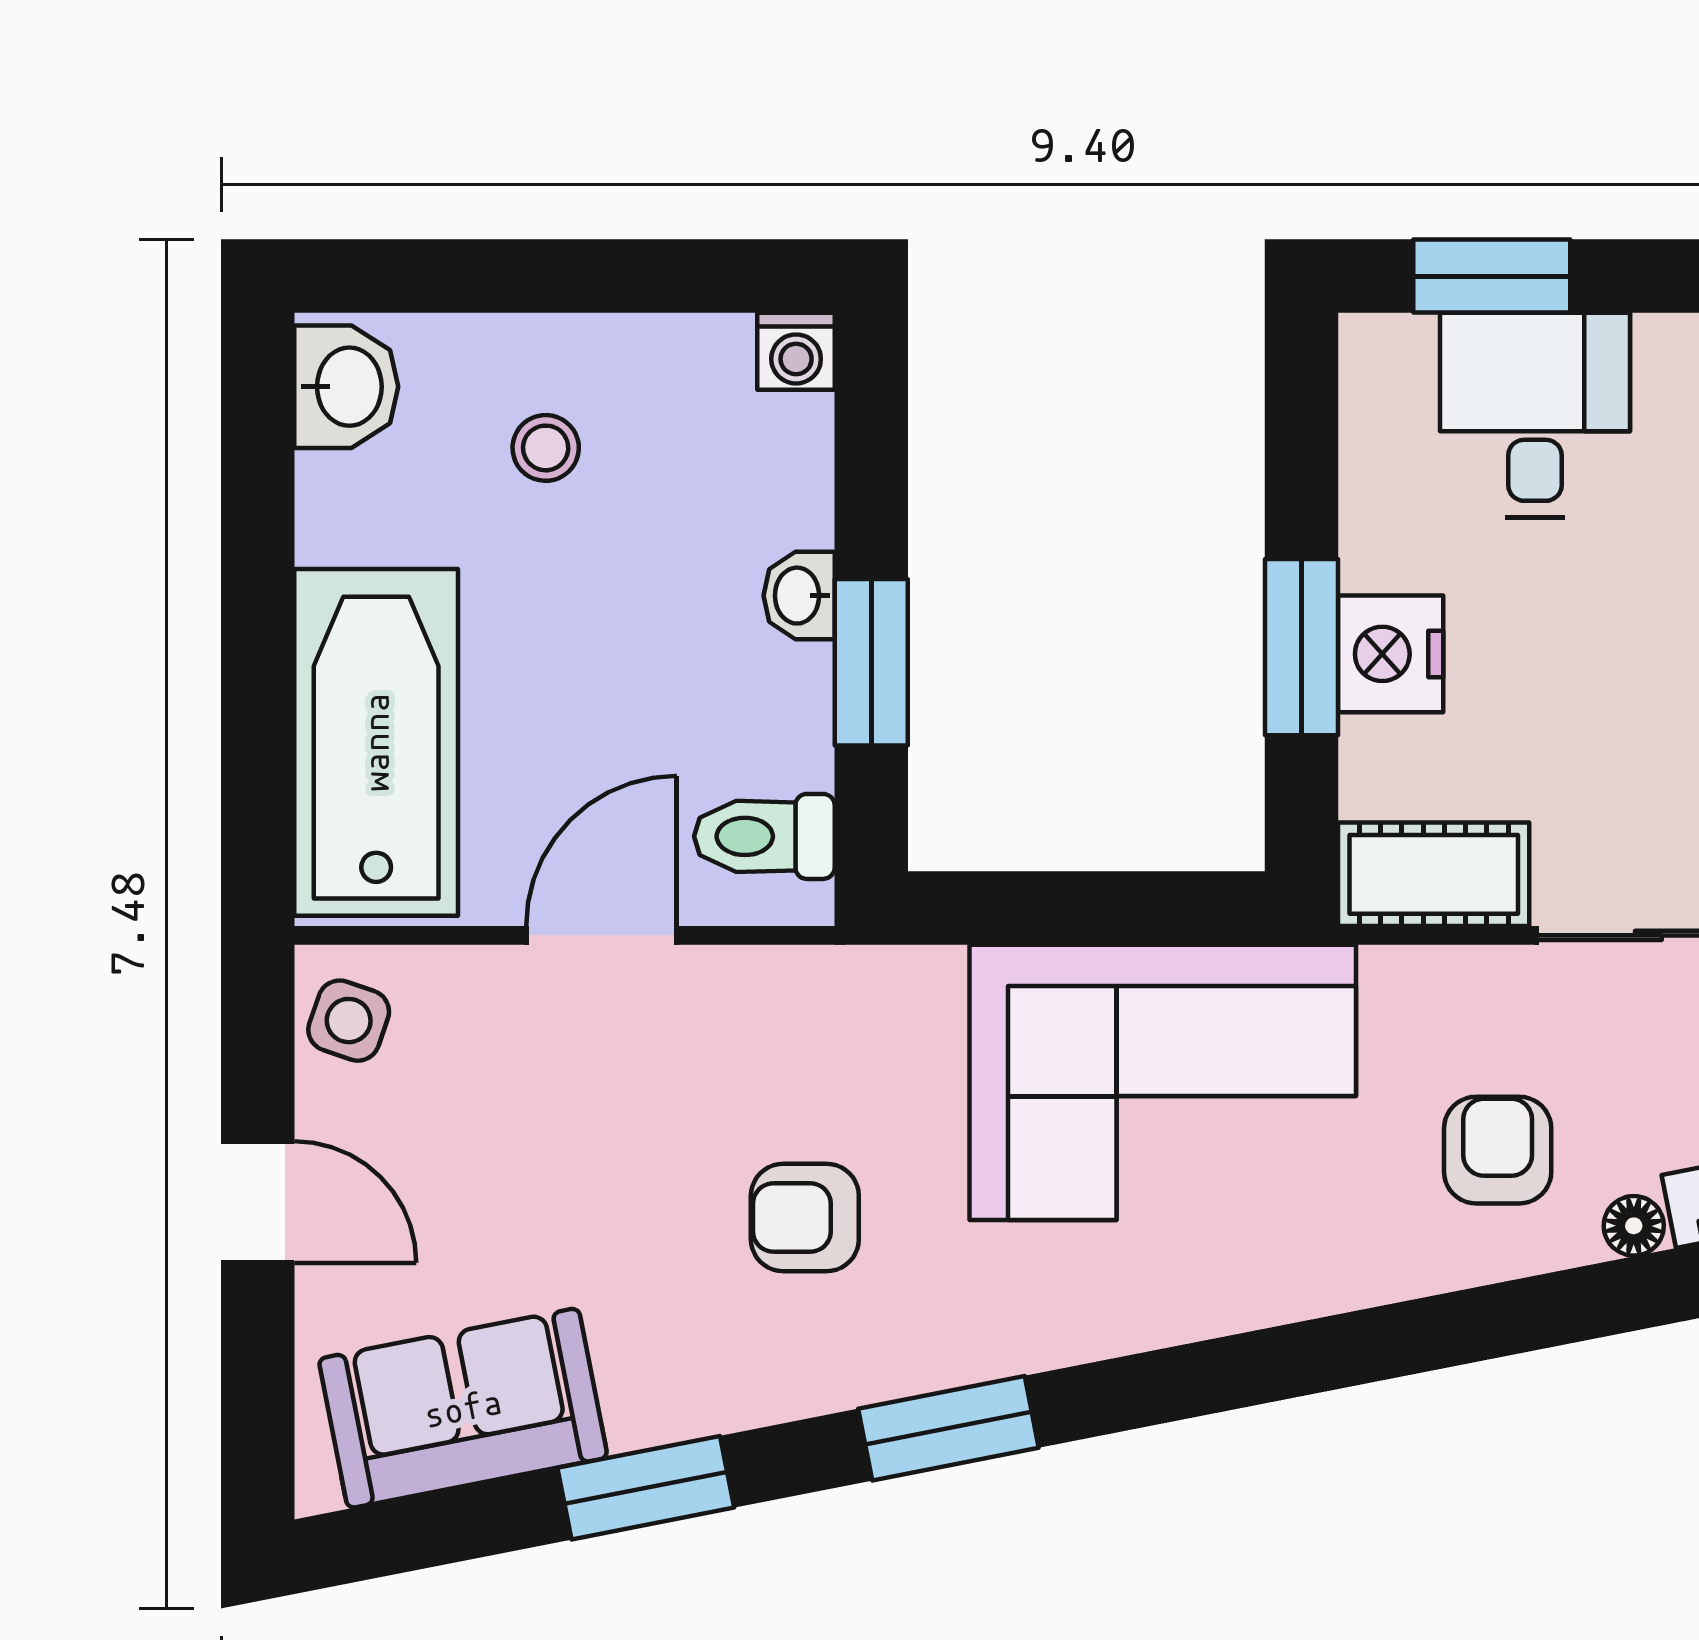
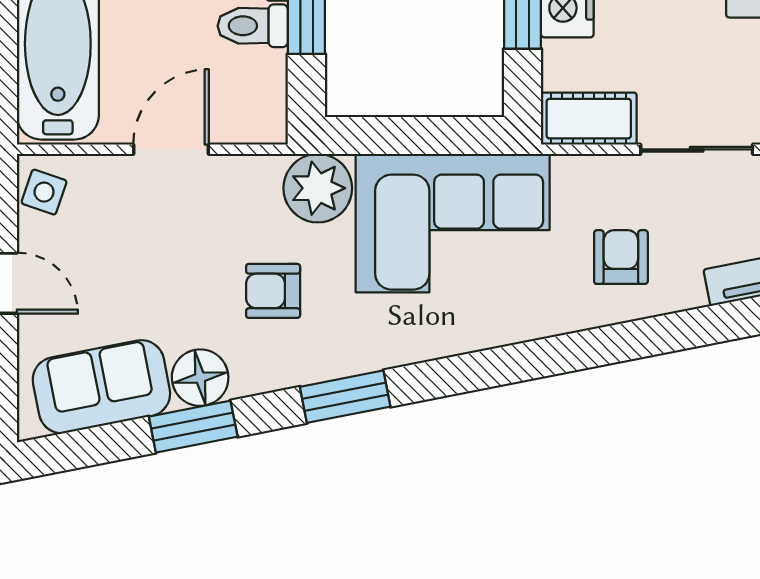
toilet: (764, 836) -> (253, 26), moved
plant: (894, 1013) -> (318, 188), added
floor lamp: (1634, 1226) -> (200, 378), moved, width x1.89, depth x1.89

